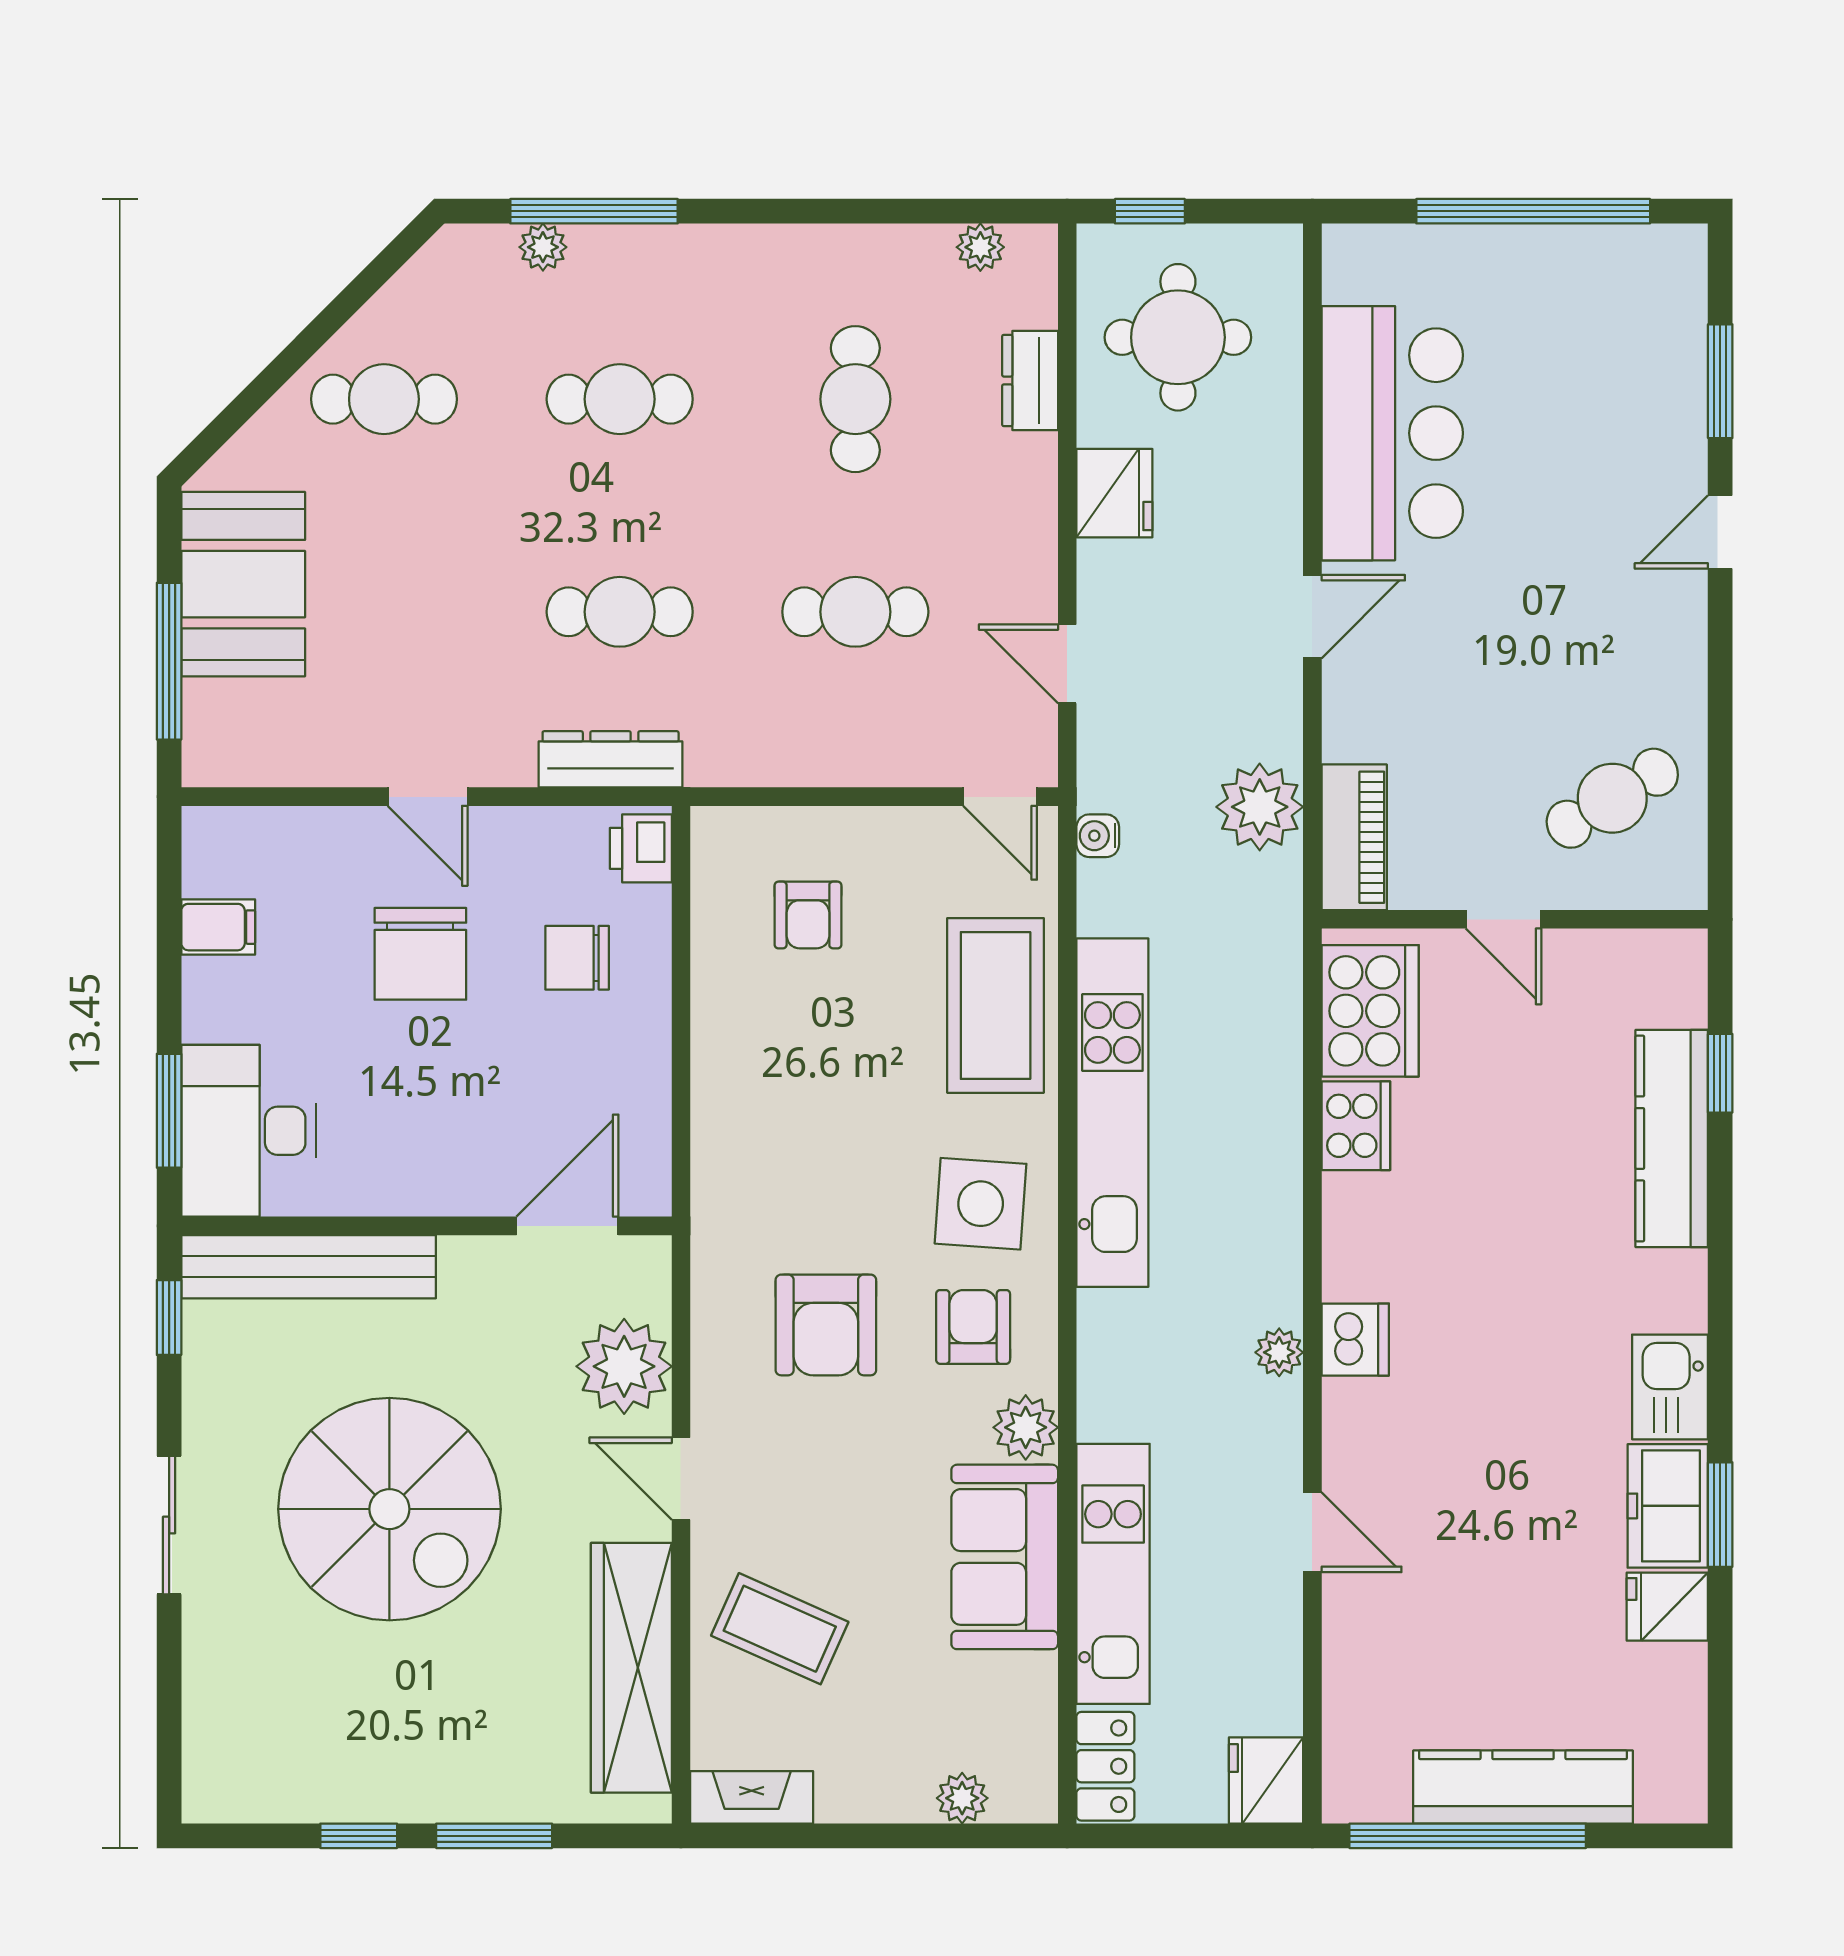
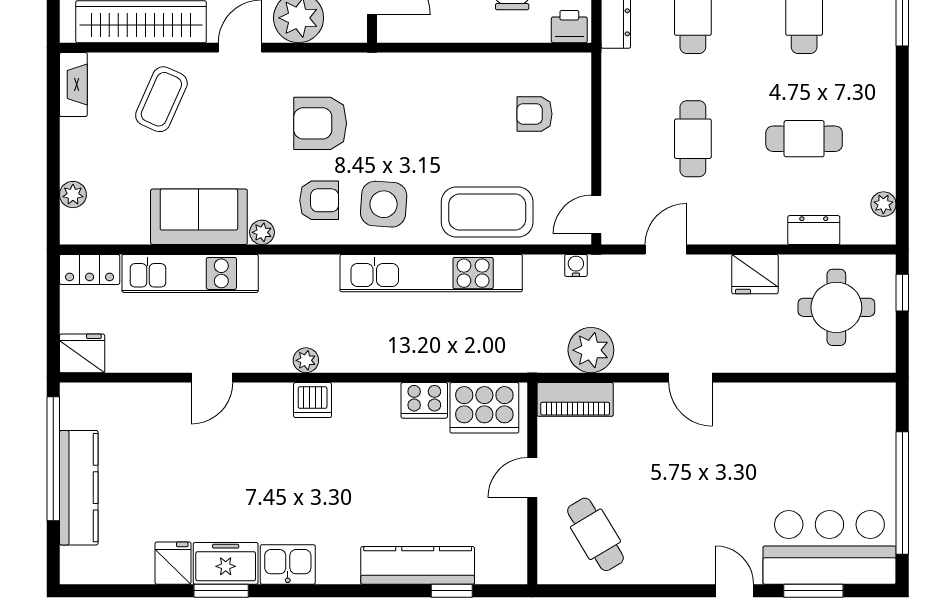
bar counter: (1392, 433) -> (829, 547), moved, turned 180
plant: (1026, 1427) -> (262, 232), width x0.73, depth x0.73

